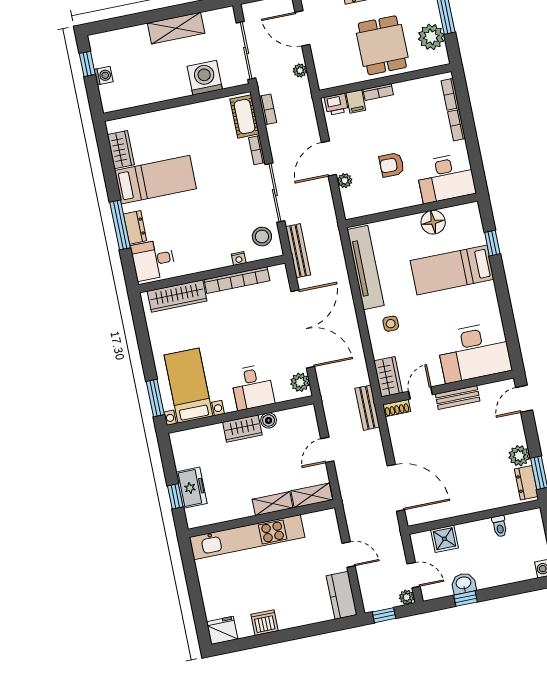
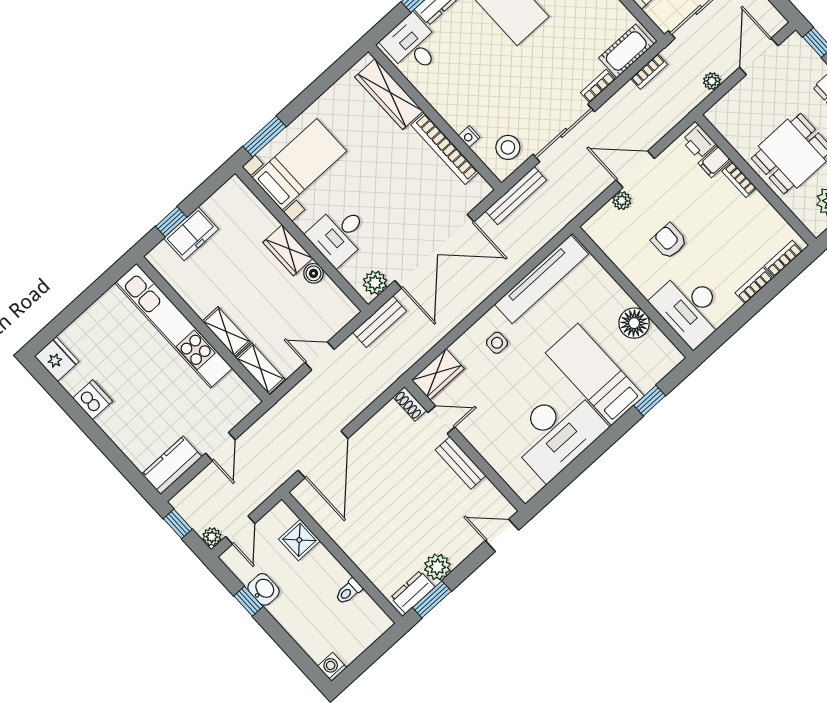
desk: (474, 352) -> (557, 432), moved, turned -90
bench: (367, 408) -> (379, 322), moved

